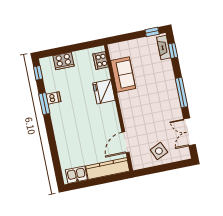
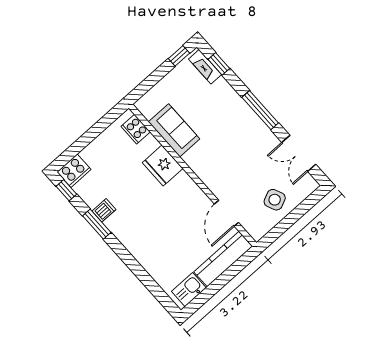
cooker: (63, 61) -> (74, 171), moved

